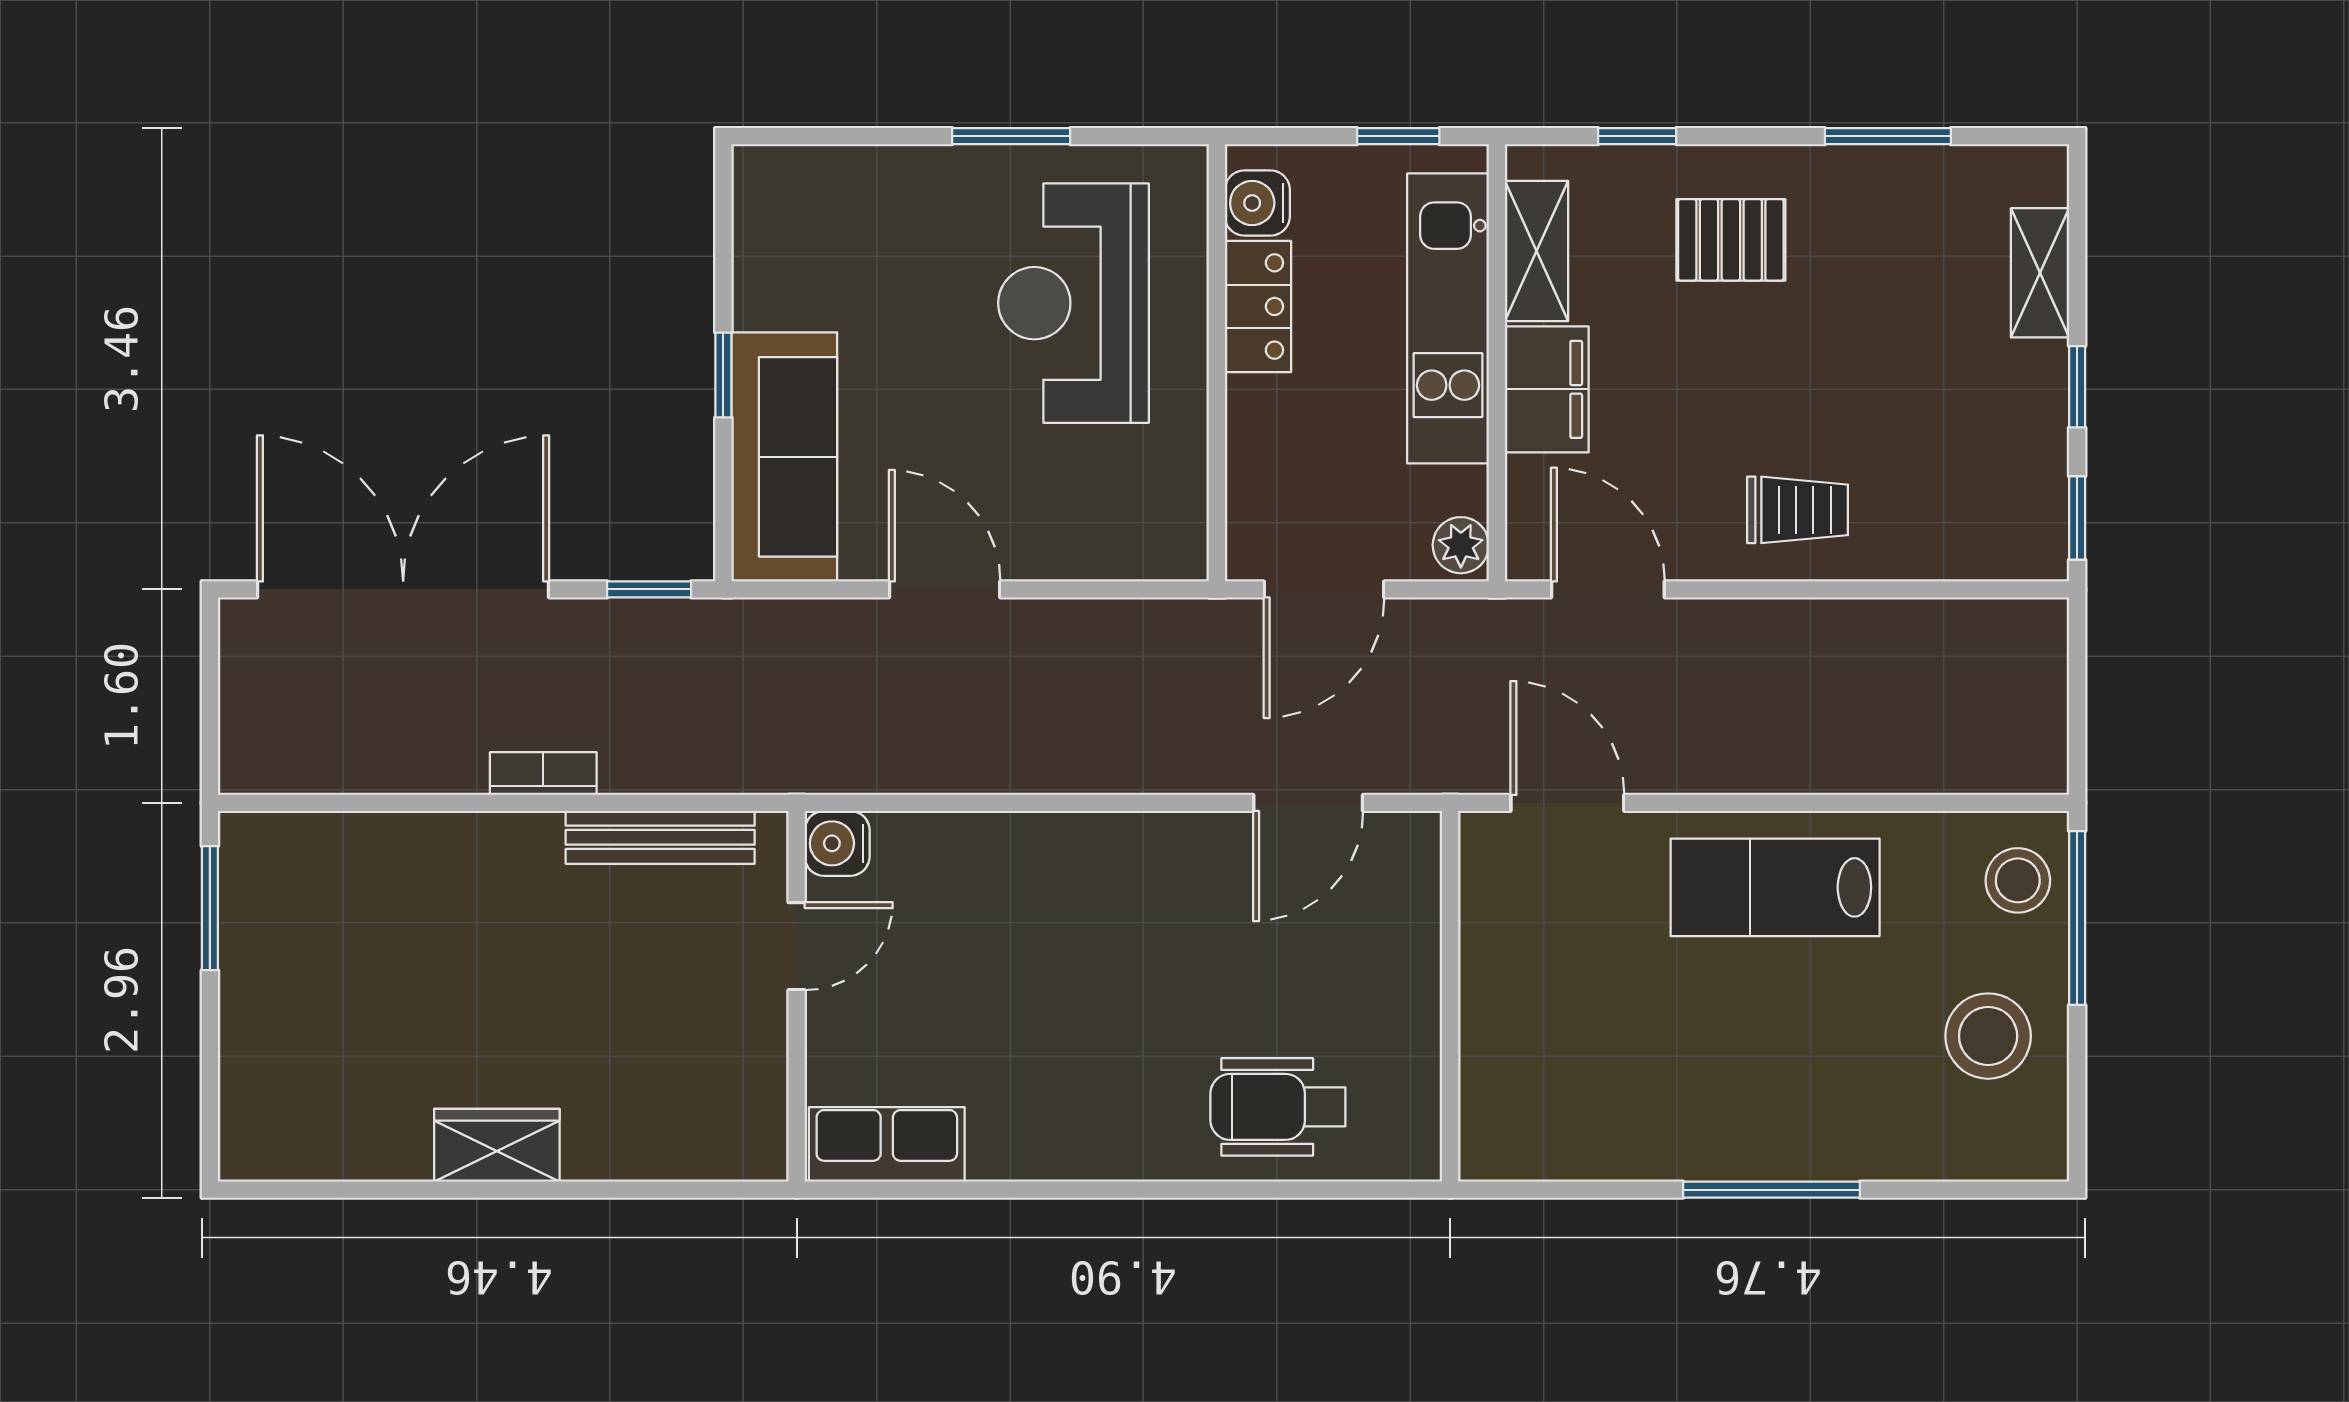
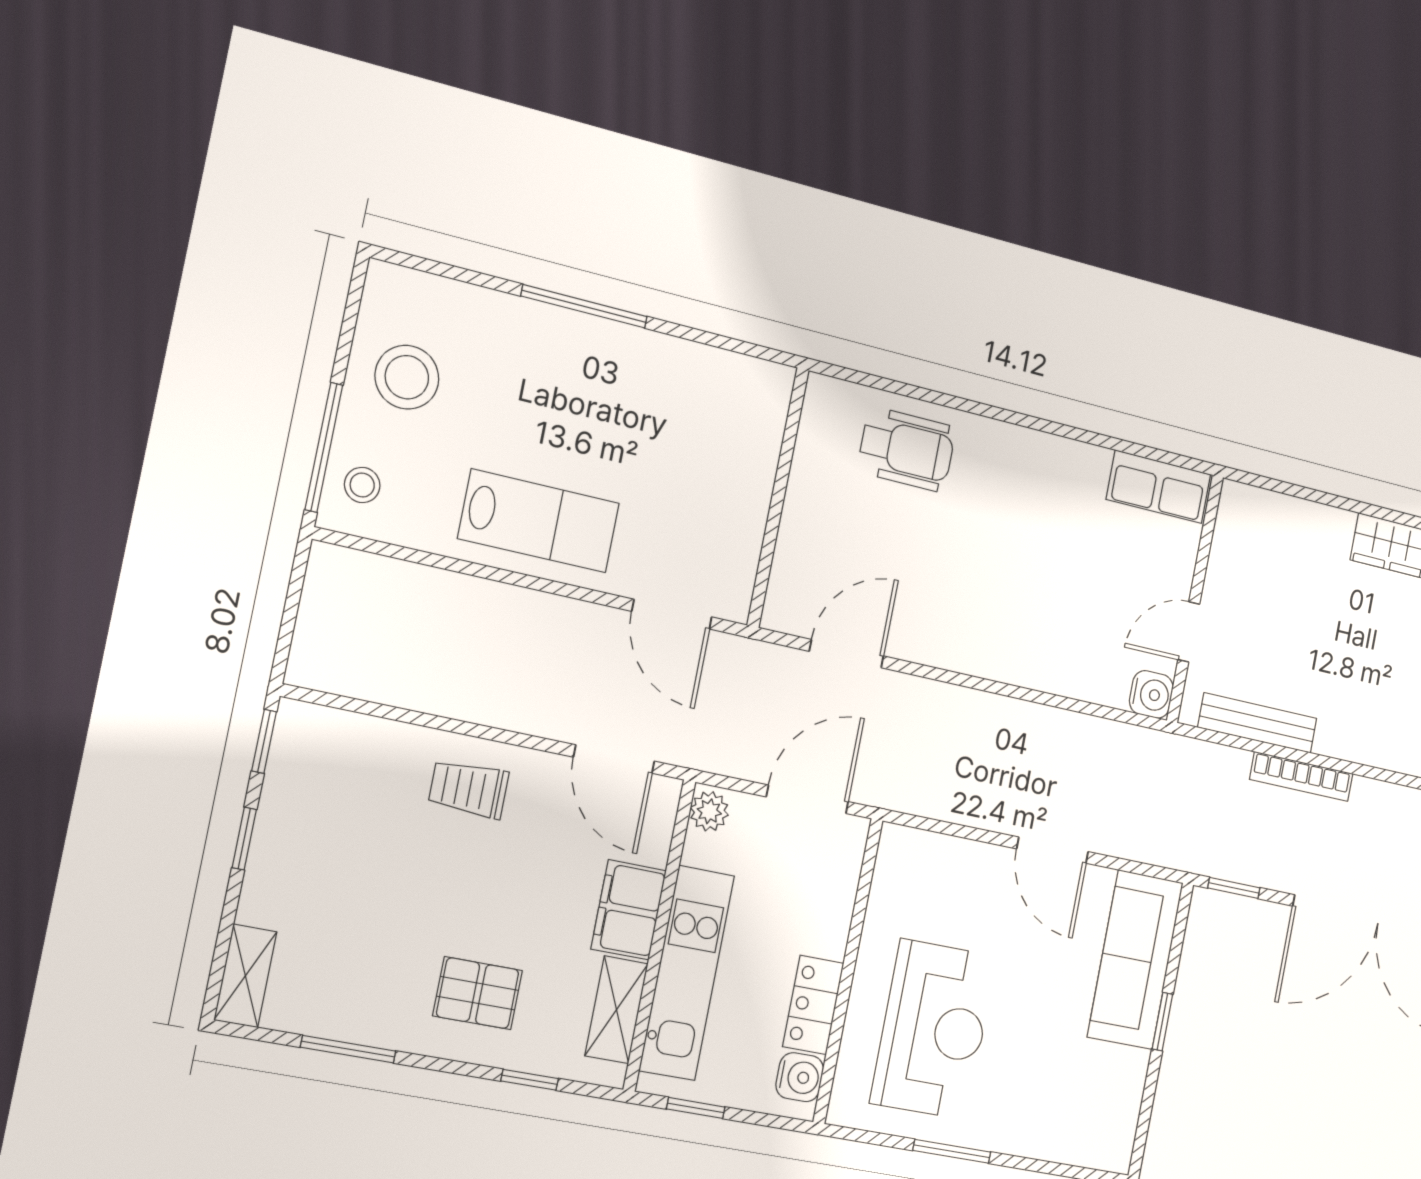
shelving: (2040, 273) -> (245, 976), moved
bookcase: (543, 774) -> (1301, 777), width x1.56
stool: (2018, 880) -> (362, 485), width x0.73, depth x0.73

